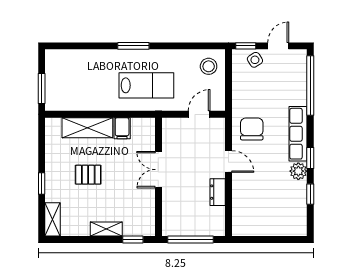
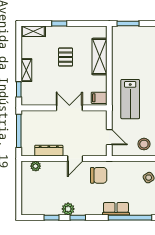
filing cabinet: (122, 128) -> (99, 98), moved
row of seats: (298, 134) -> (116, 209), moved, width x0.68
dresser: (218, 192) -> (49, 151), width x1.44
plant: (239, 216) -> (36, 166), added

